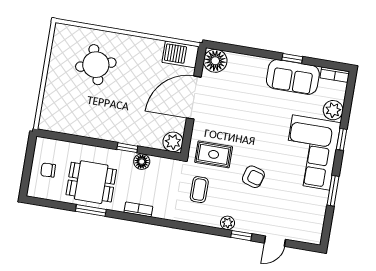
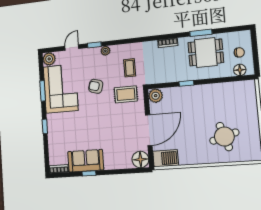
plant: (333, 110) -> (49, 59), moved
corner sofa: (311, 152) -> (61, 89), moved
floor lamp: (142, 162) -> (240, 70), moved

